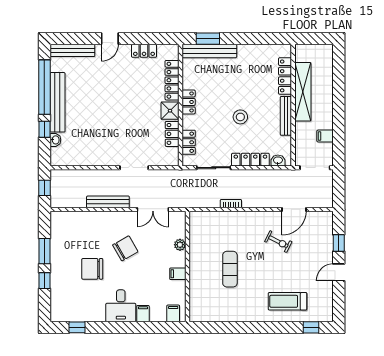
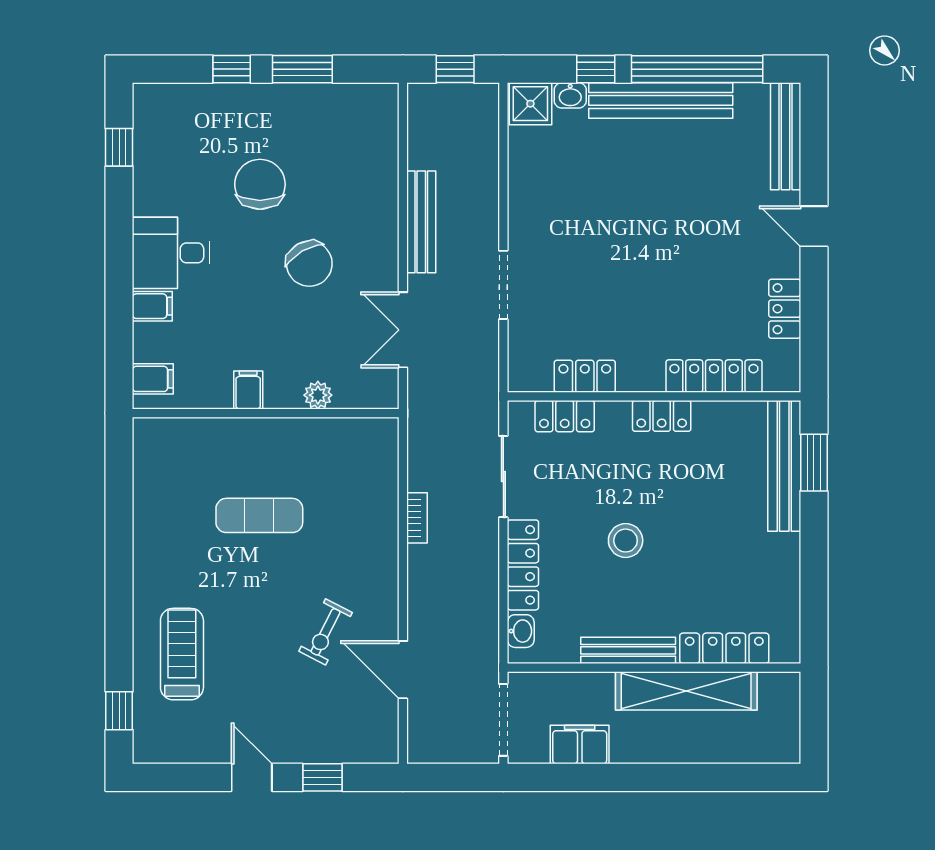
shower: (170, 111) -> (530, 104), moved
filing cabinet: (325, 136) -> (580, 745), width x2.00

